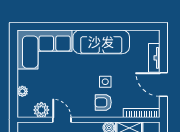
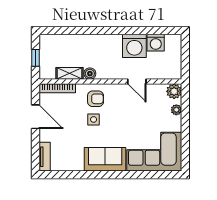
sofa: (101, 42) -> (105, 159), width x0.73
tv unit: (154, 58) -> (45, 157), moved
plant: (41, 110) -> (174, 91), moved

